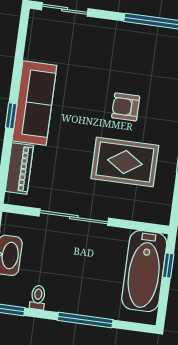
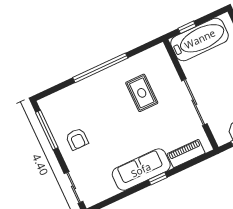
armchair: (126, 107) -> (77, 139), moved
rug: (125, 162) -> (142, 93), width x0.73, depth x0.70

